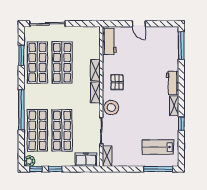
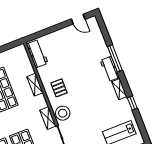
door: (139, 24) -> (78, 19), moved
window: (181, 46) -> (115, 58), moved
shelving: (95, 92) -> (48, 118), moved

